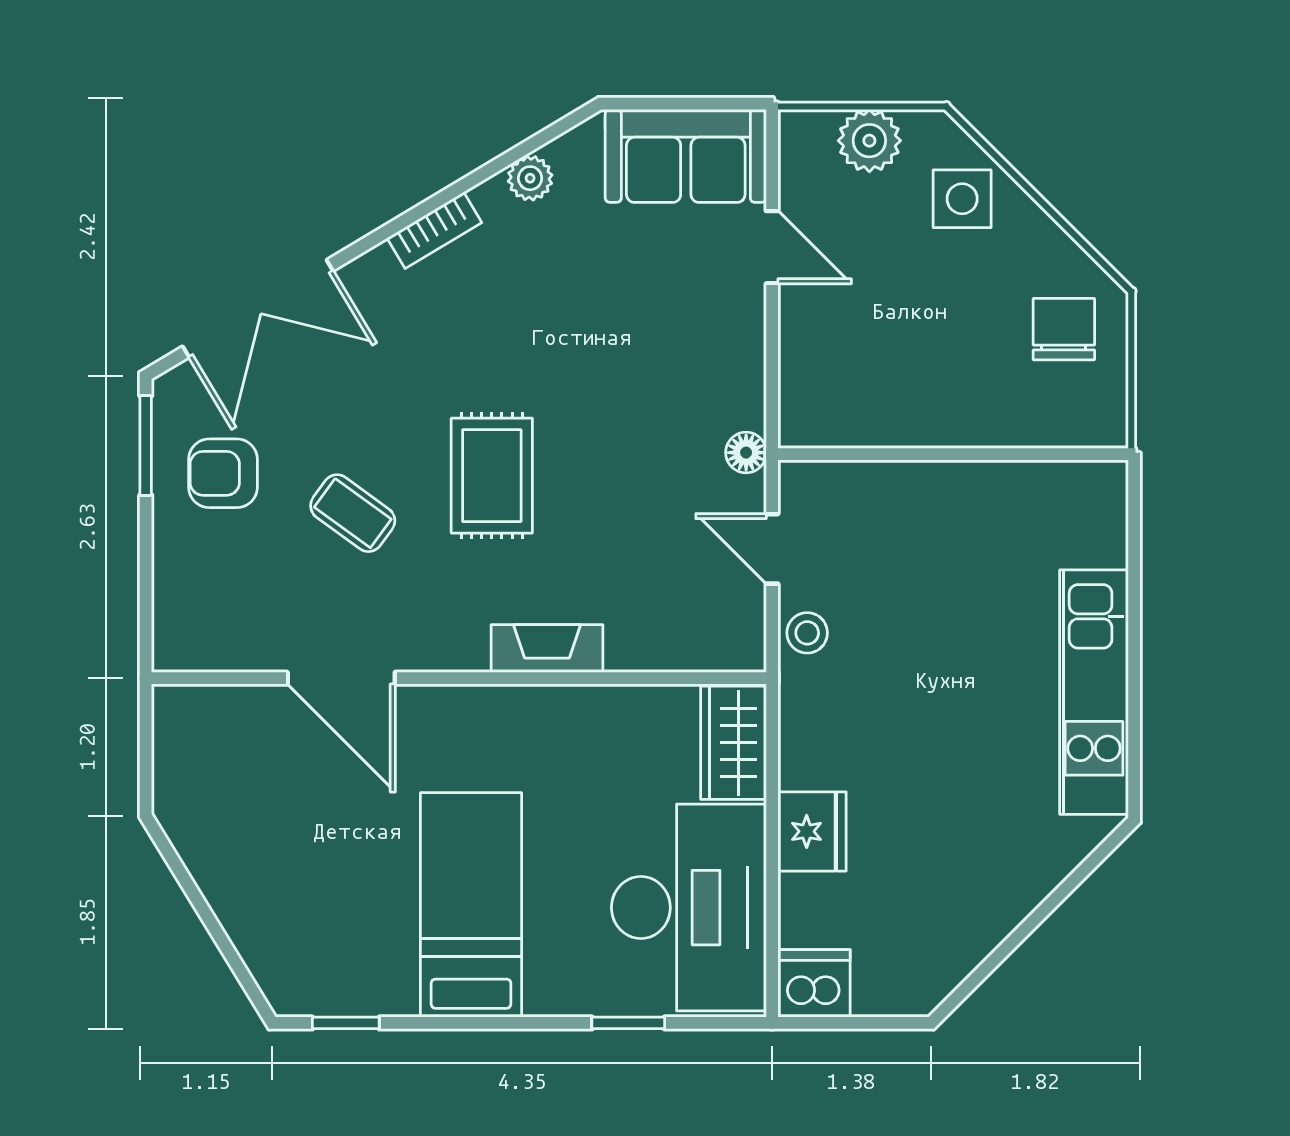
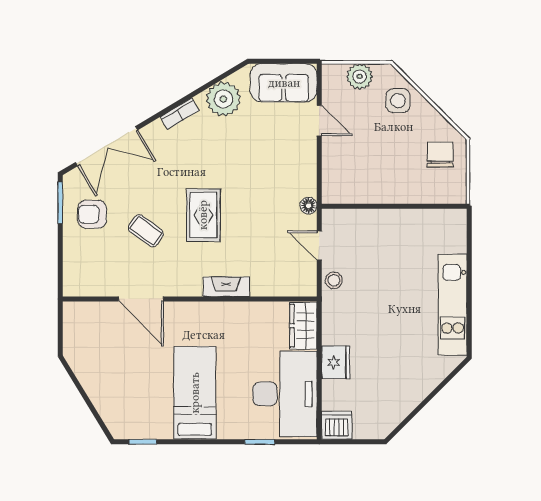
plant: (530, 178) -> (223, 99), width x1.88, depth x1.88

